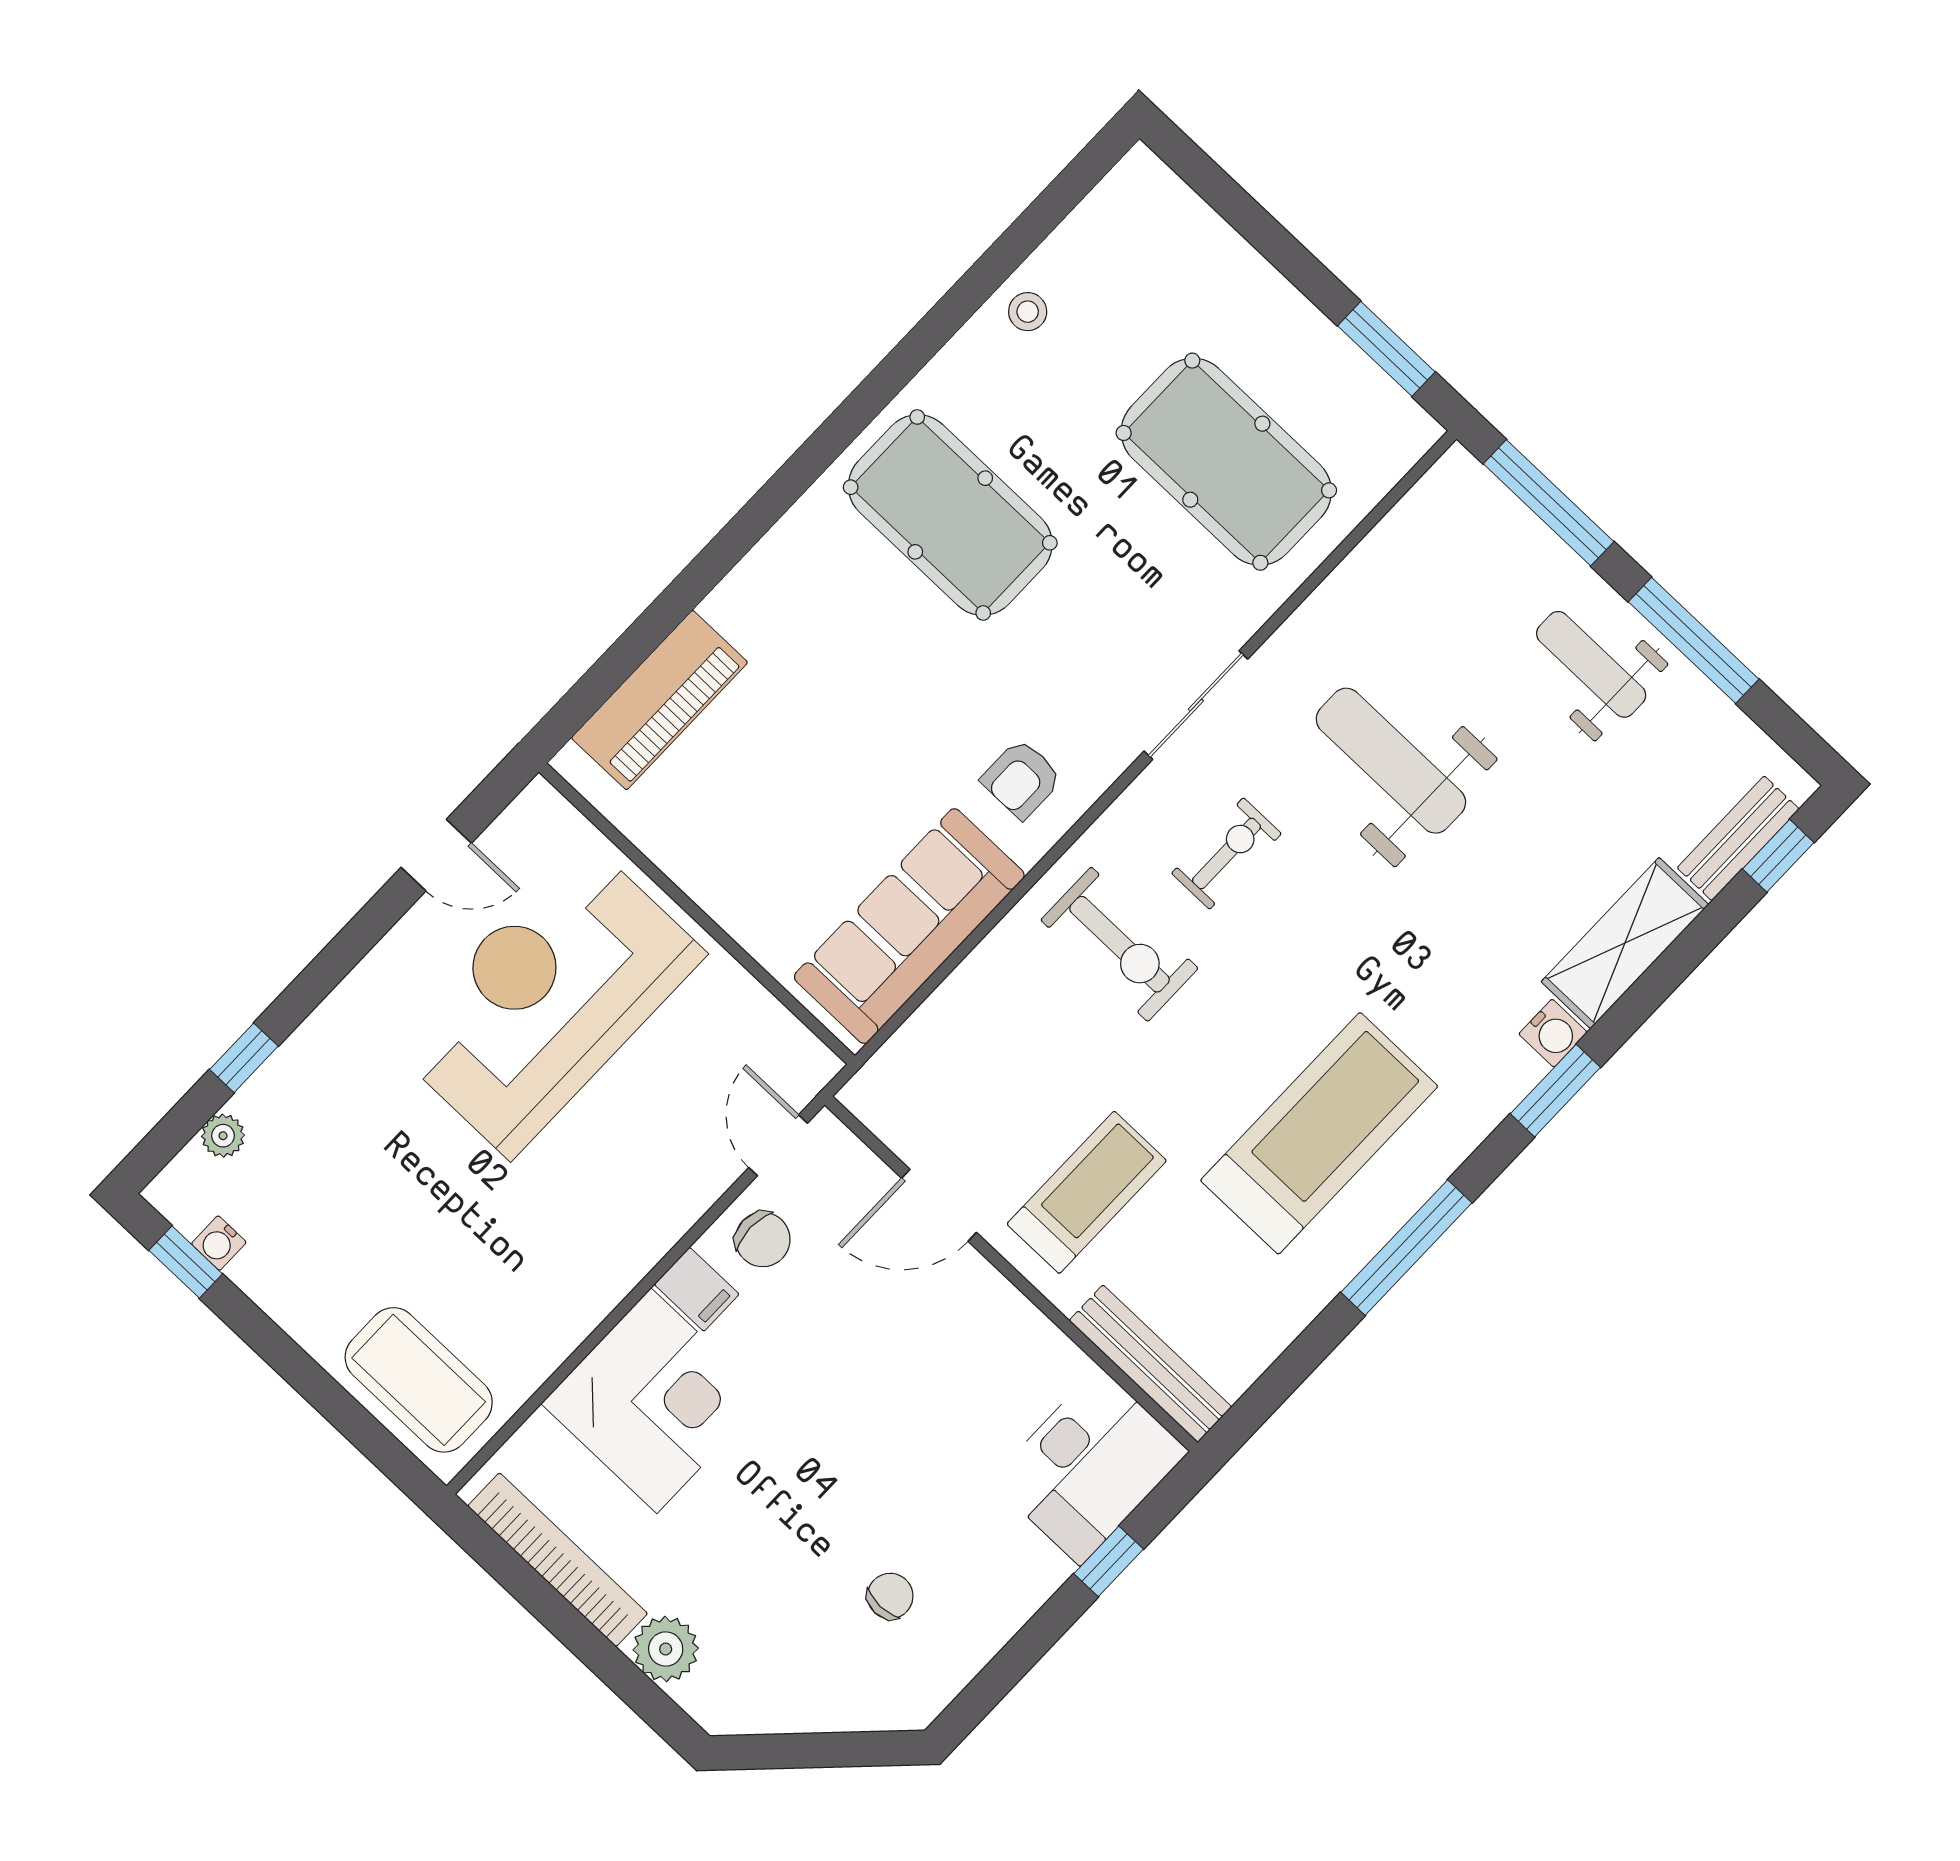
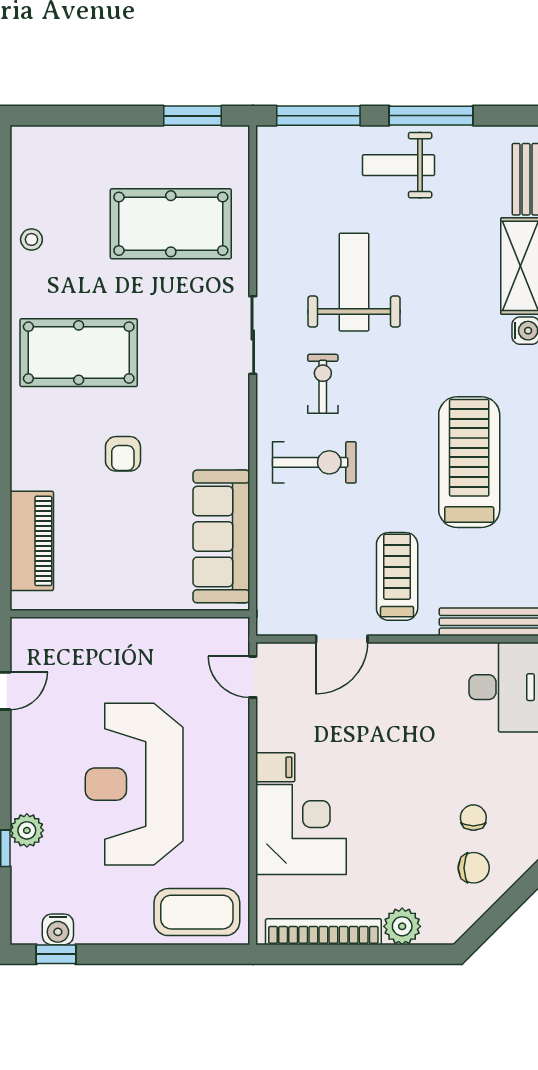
weight bench: (1391, 761) -> (354, 282), turned 90
armchair: (1022, 779) -> (123, 454), moved
reception desk: (547, 999) -> (134, 784), moved
plant: (223, 1136) -> (27, 830), moved, width x1.38, depth x1.38
chair: (763, 1239) -> (474, 868), moved
water cooler: (219, 1243) -> (58, 929), width x1.38, depth x1.38

